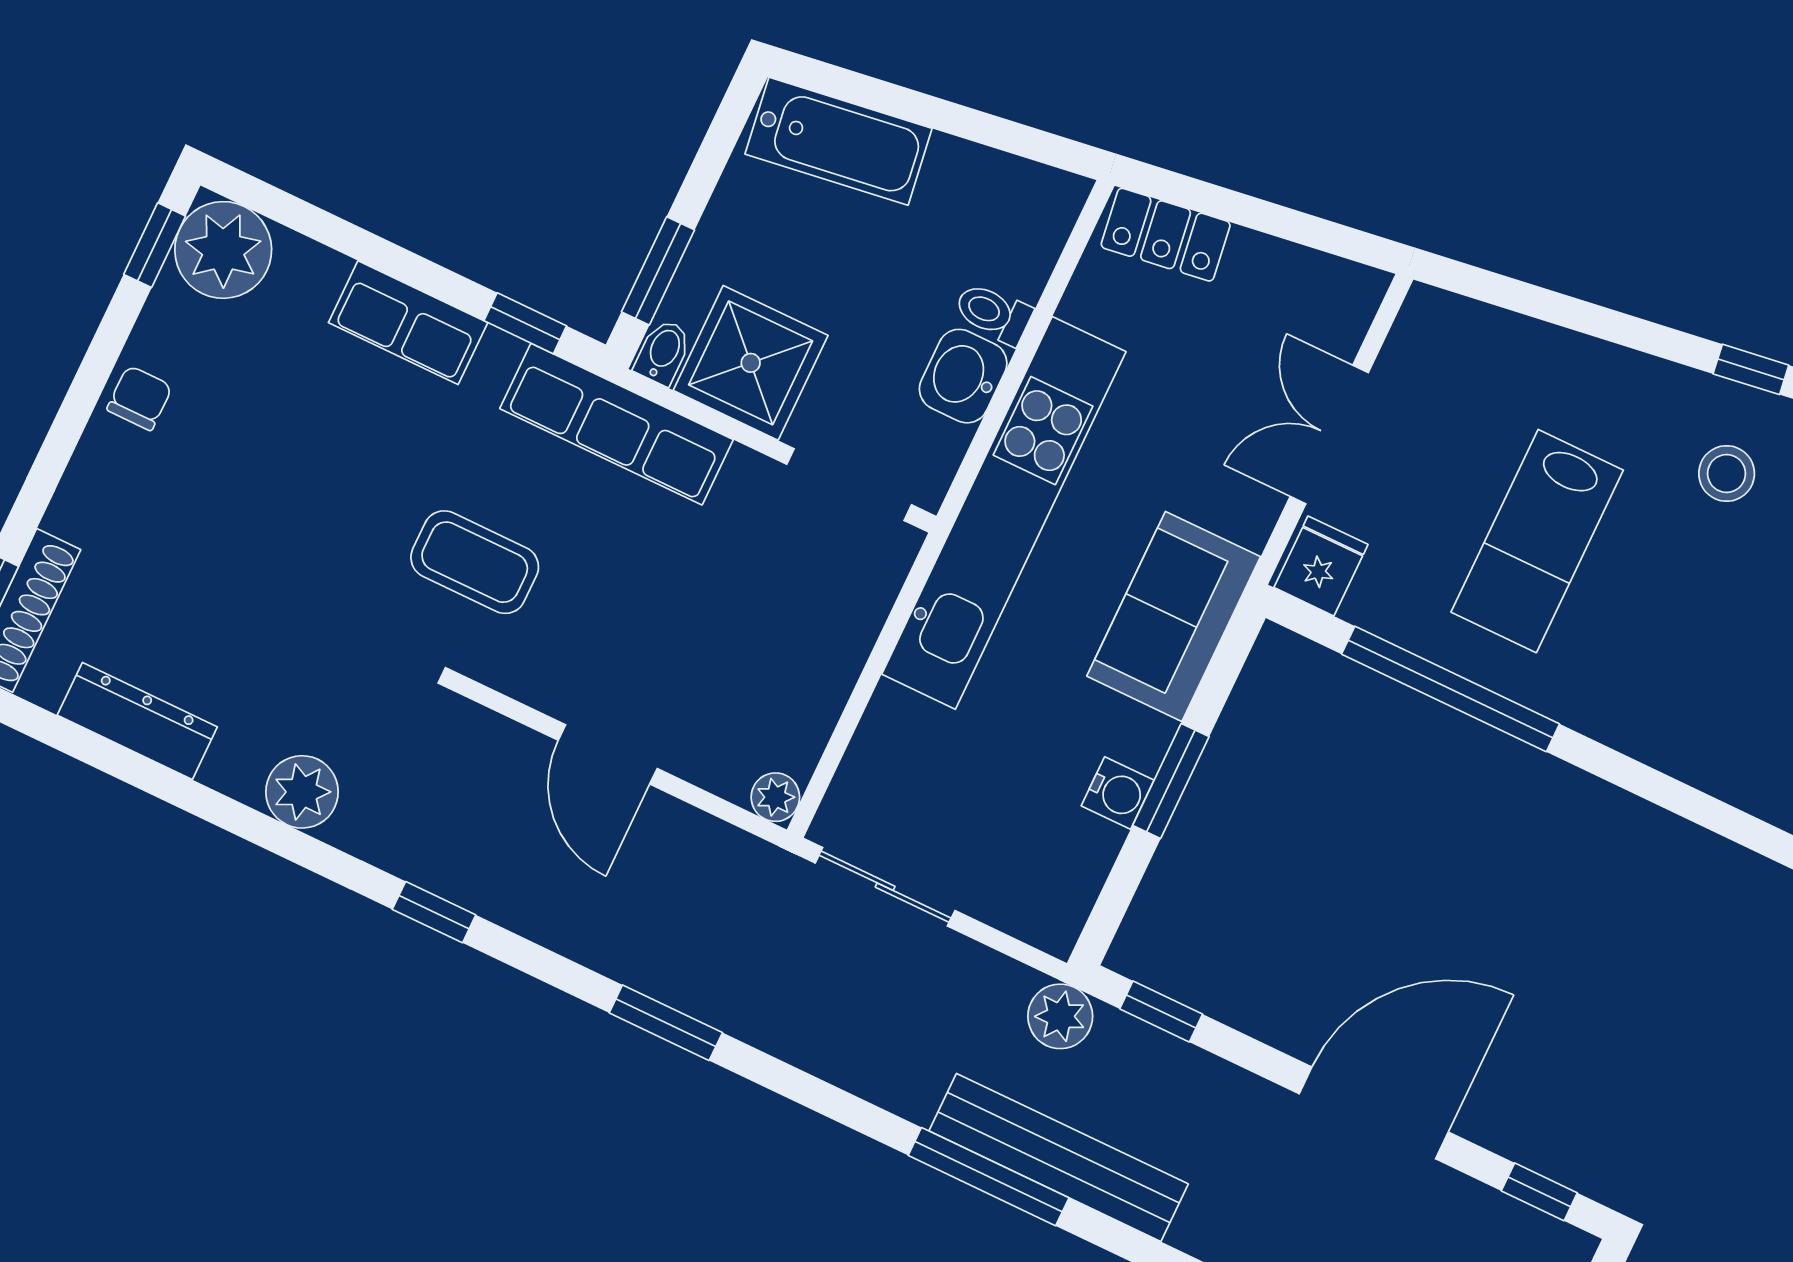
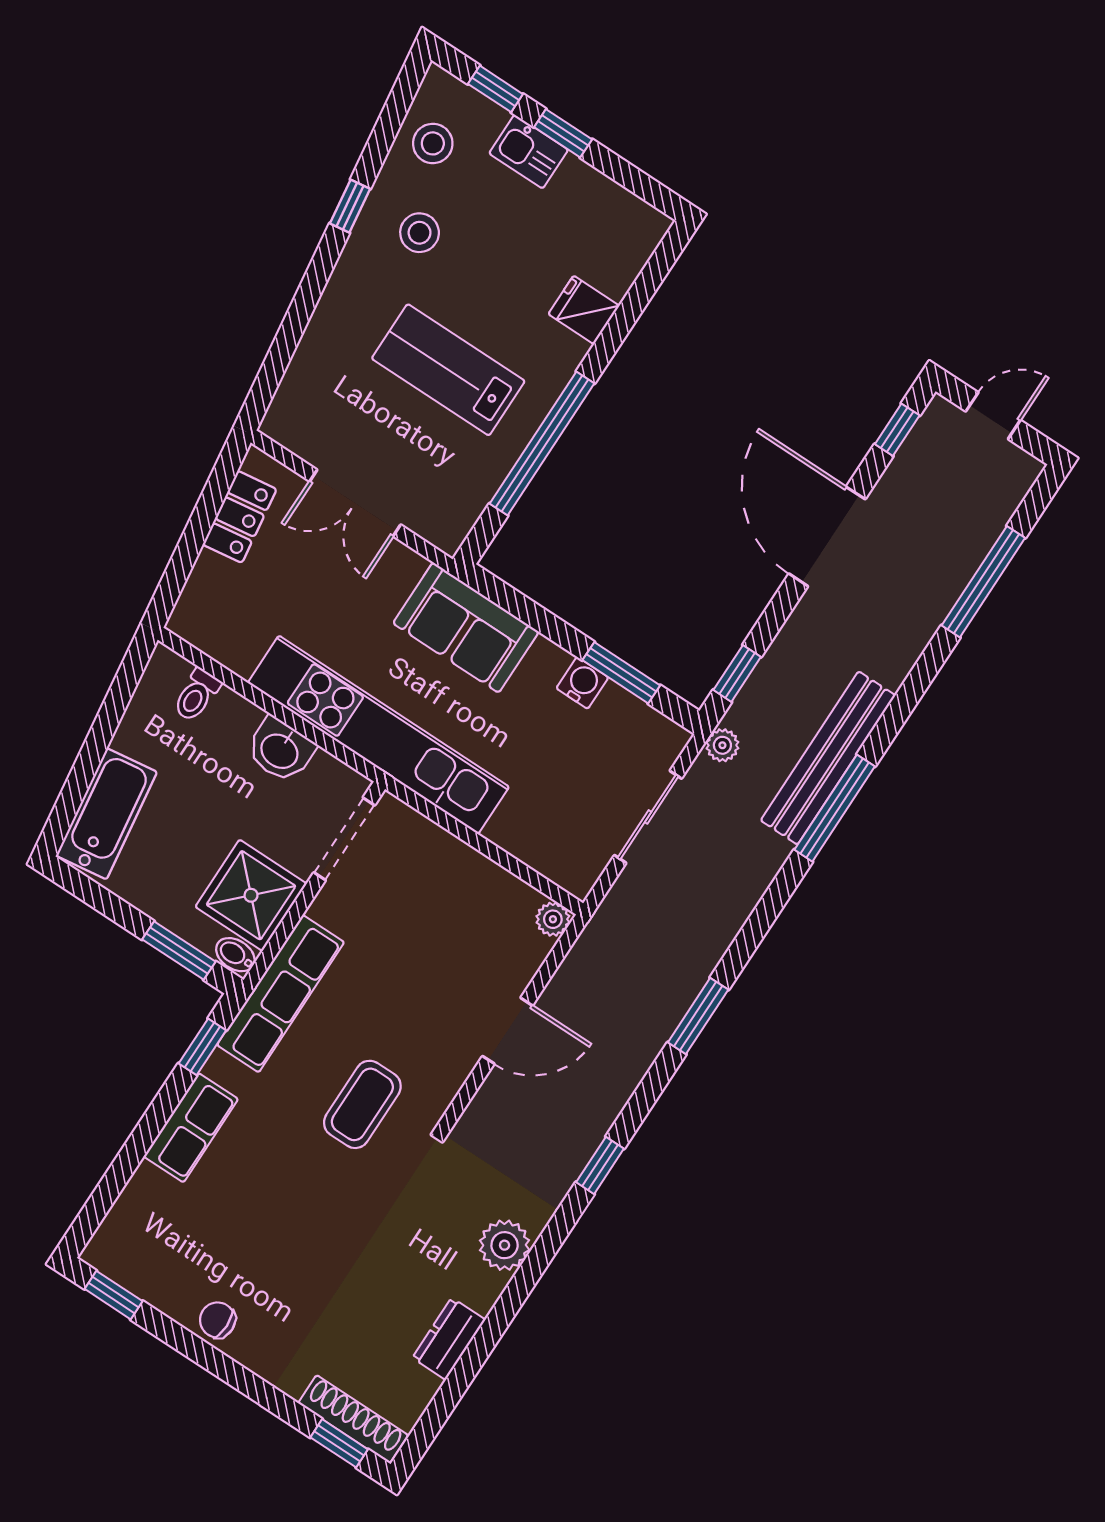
locker: (1166, 235) -> (240, 517), moved
plant: (223, 250) -> (123, 1248), removed
toilet: (993, 313) -> (197, 695), moved
lab bench: (1537, 541) -> (448, 370), turned 180
fridge: (1321, 566) -> (584, 310), moved
dresser: (137, 721) -> (449, 1339), width x0.70
window: (1171, 781) -> (621, 673), moved
sliding door: (885, 887) -> (648, 817), moved
plant: (1060, 1016) -> (722, 745), width x0.73, depth x0.73

